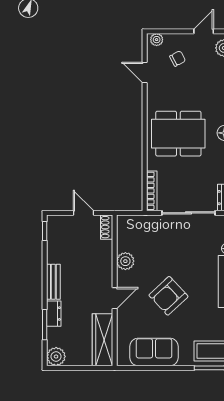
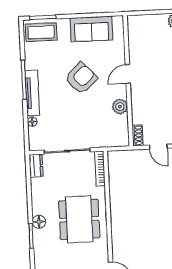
dining table: (178, 134) -> (79, 219), turned 90
wardrobe: (102, 340) -> (137, 37), removed

